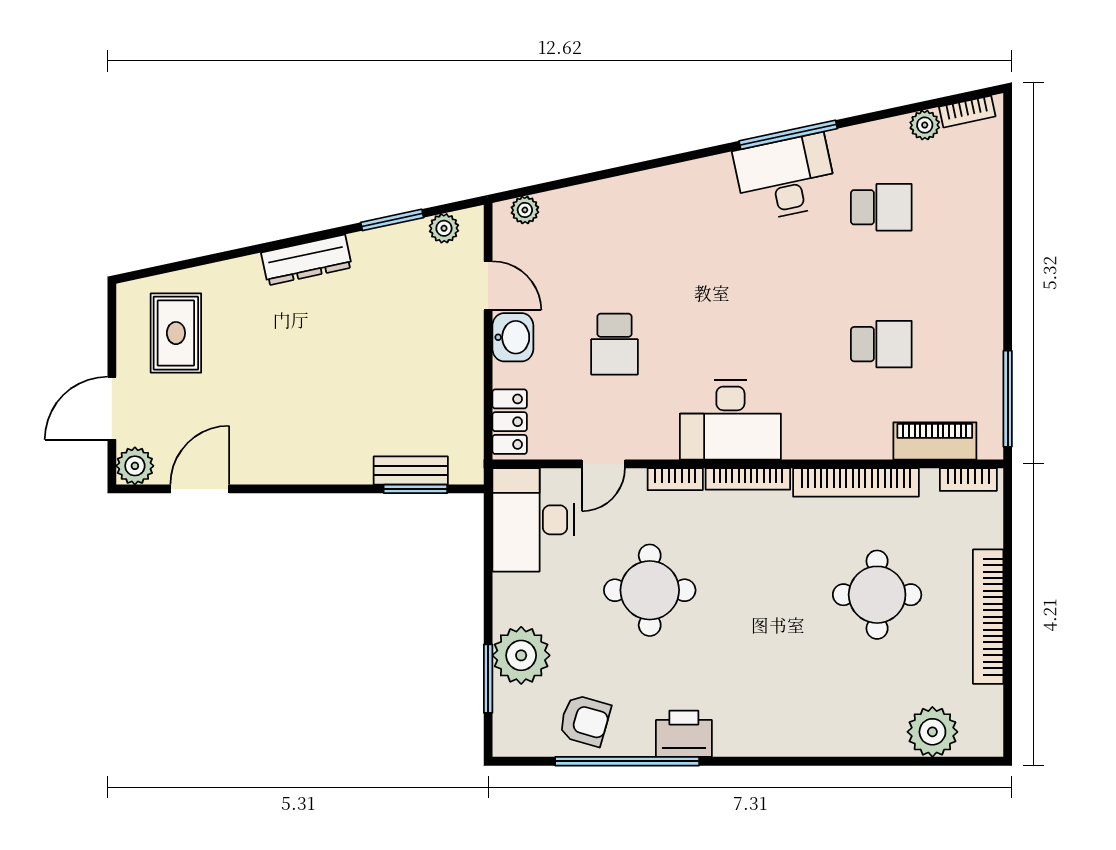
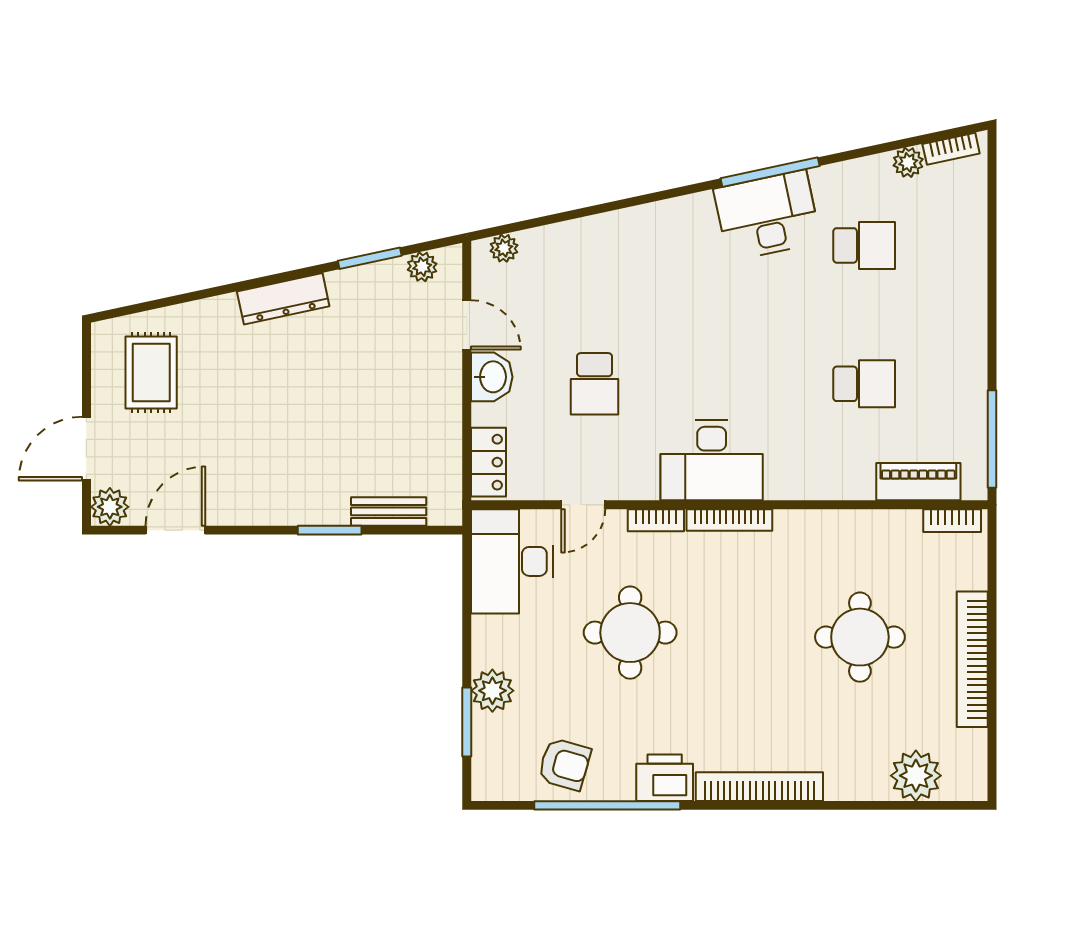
bookcase: (856, 482) -> (759, 787), moved, turned 180
window: (415, 489) -> (330, 530), moved
plant: (521, 655) -> (492, 691), width x0.73, depth x0.73

